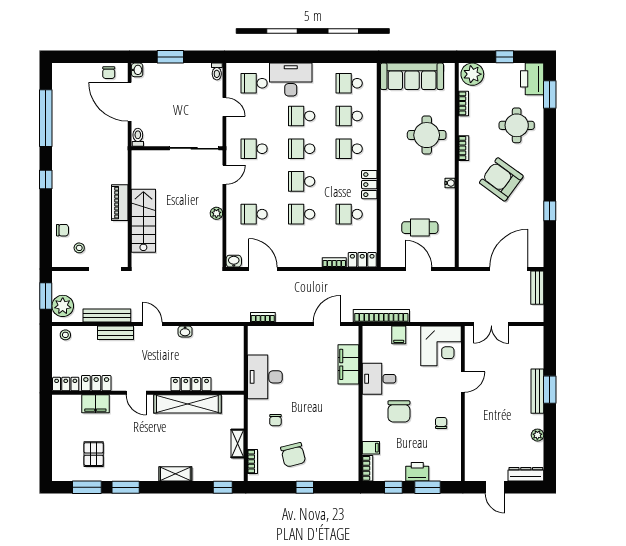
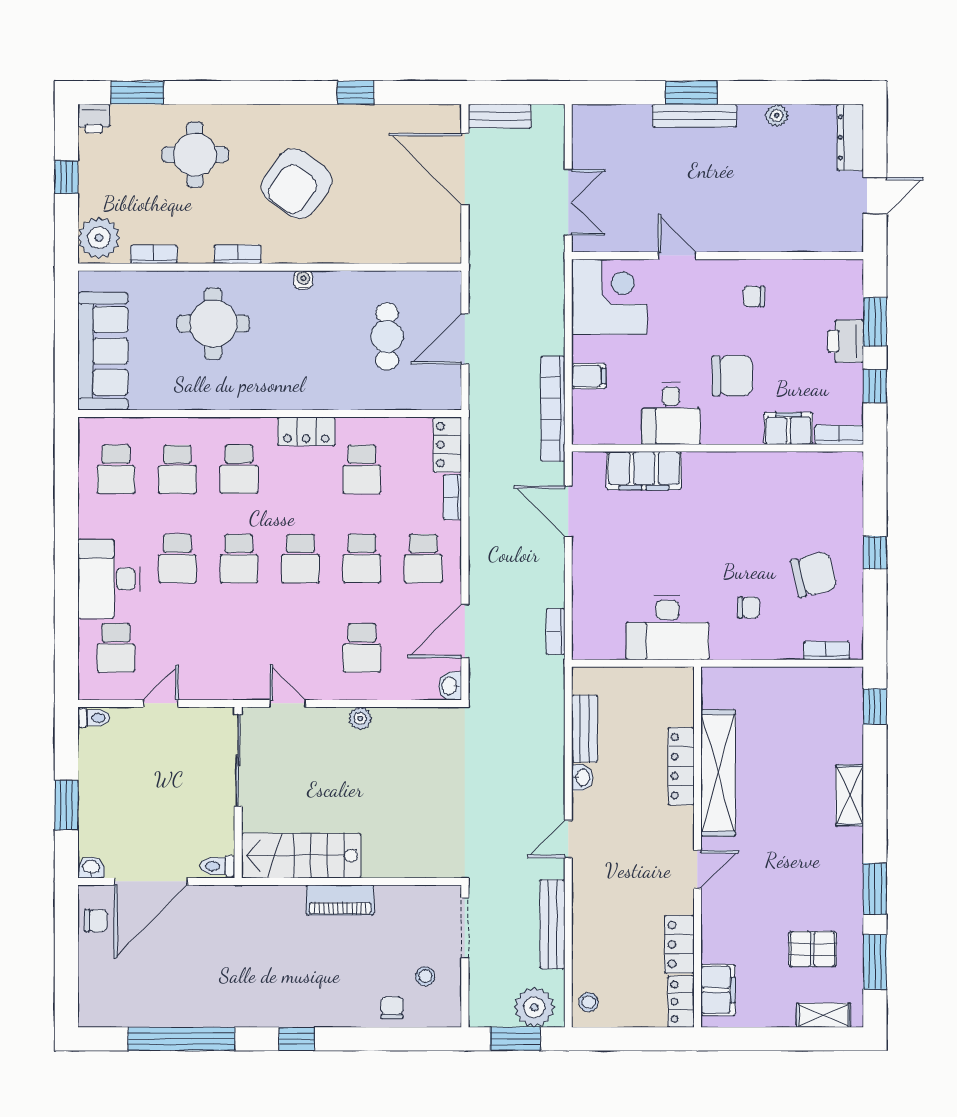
printer: (532, 79) -> (94, 119), width x0.53, depth x0.68
school desk: (254, 149) -> (423, 559), moved
stairs: (143, 221) -> (301, 856), moved
bench: (115, 333) -> (585, 729), moved
filing cabinet: (95, 404) -> (718, 990), moved
shelving: (238, 444) -> (823, 1015), moved
filing cabinet: (371, 448) -> (788, 428), width x2.00

